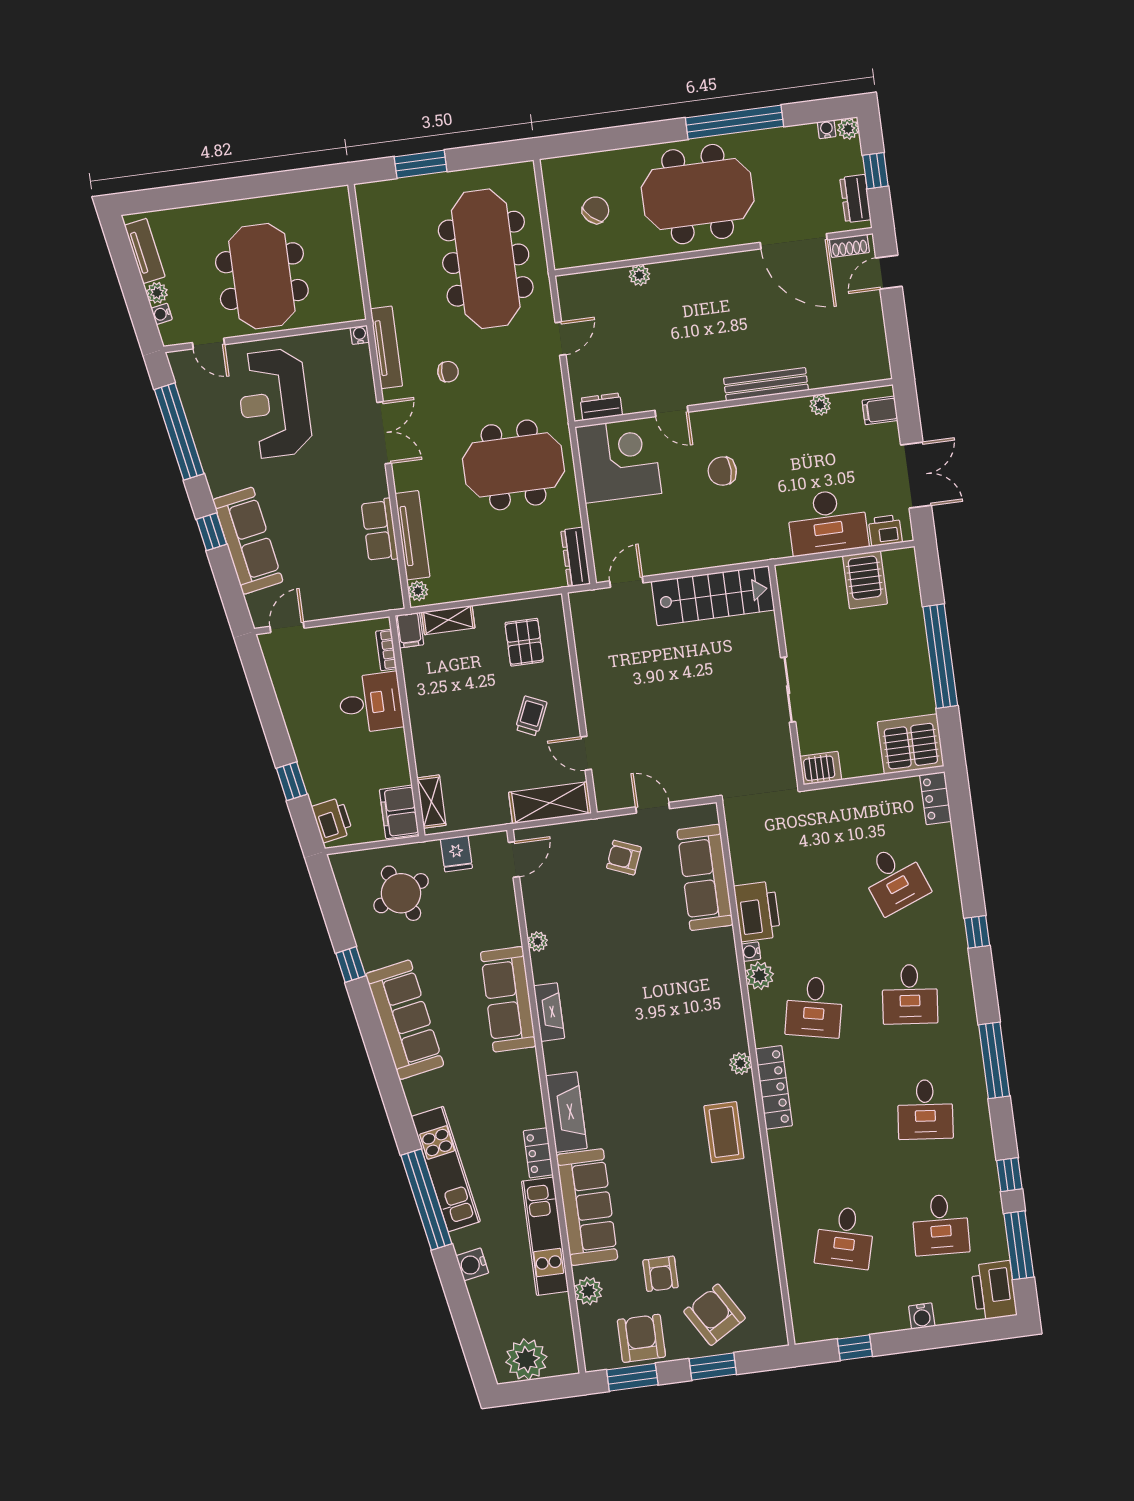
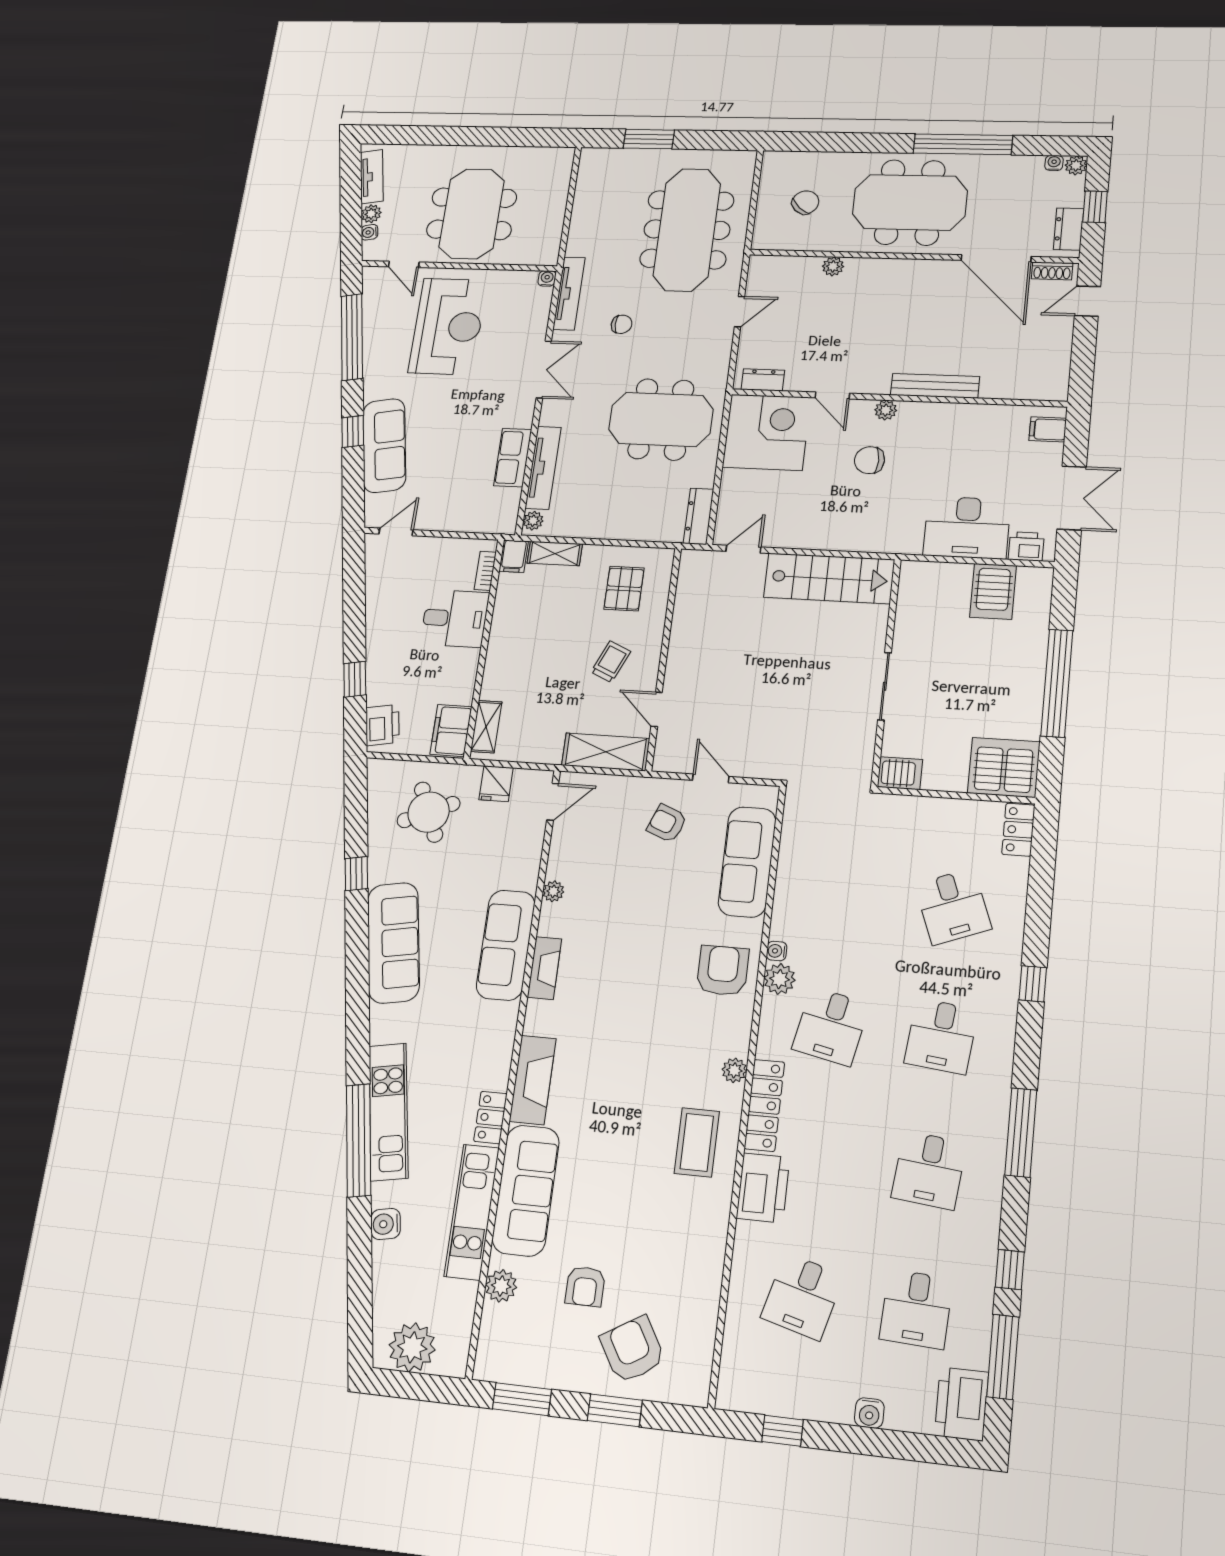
reception desk: (274, 403) -> (448, 326), turned 180
plant: (820, 405) -> (886, 410), moved
printer: (757, 911) -> (763, 1188), moved
armchair: (641, 1338) -> (723, 971), moved

